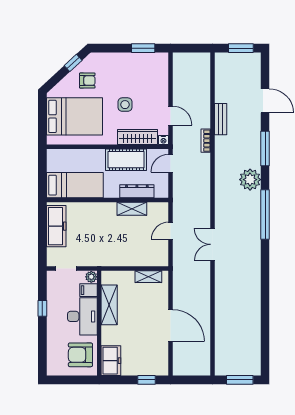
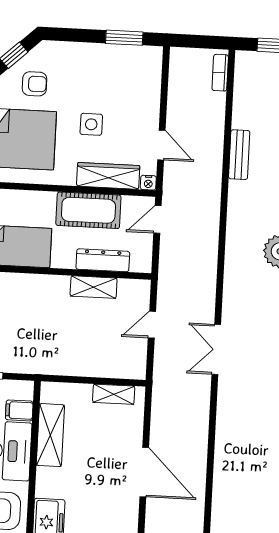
bookcase: (206, 141) -> (220, 73), moved
plant: (91, 277) -> (25, 390), removed

